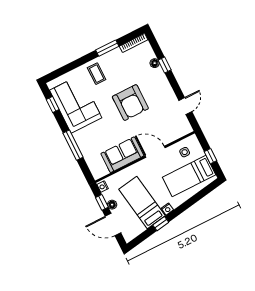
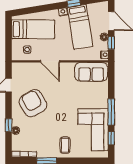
armchair: (130, 103) -> (33, 103), moved, turned -30
window: (73, 145) -> (111, 112), moved
sofa: (122, 155) -> (91, 72), moved
window: (210, 156) -> (9, 36), removed

